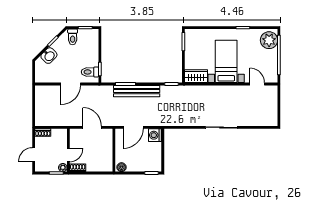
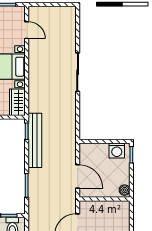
door: (257, 84) -> (27, 30), swing flipped
bench: (137, 91) -> (35, 140), moved
washing machine: (155, 135) -> (117, 151), moved

